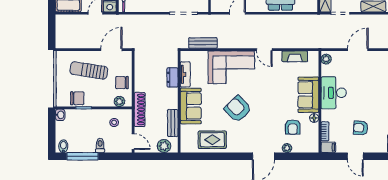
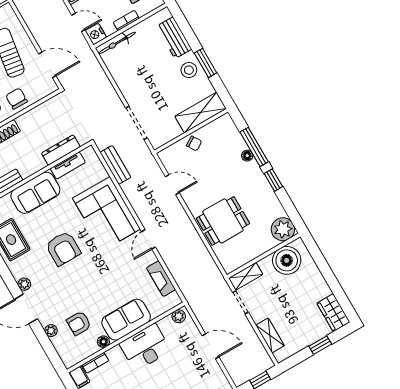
dresser: (172, 77) -> (61, 150), width x1.44
armchair: (238, 109) -> (63, 248), turned 134
plant: (246, 148) -> (24, 284), added

